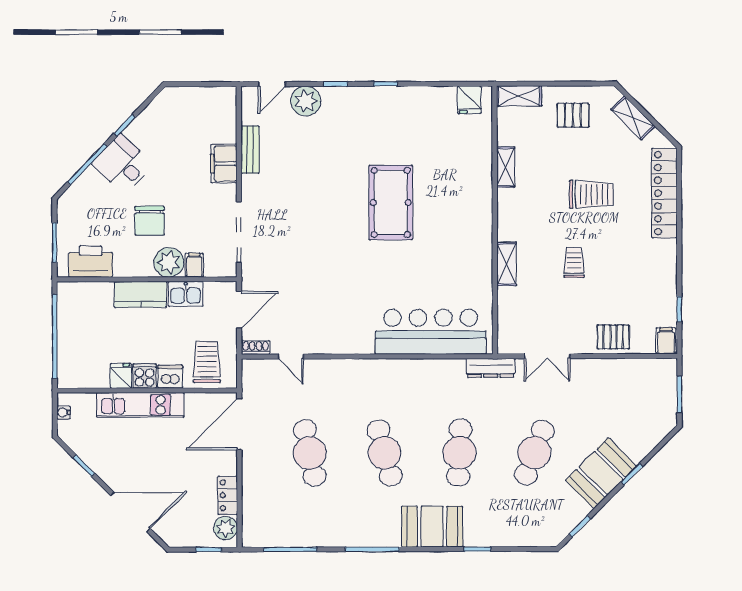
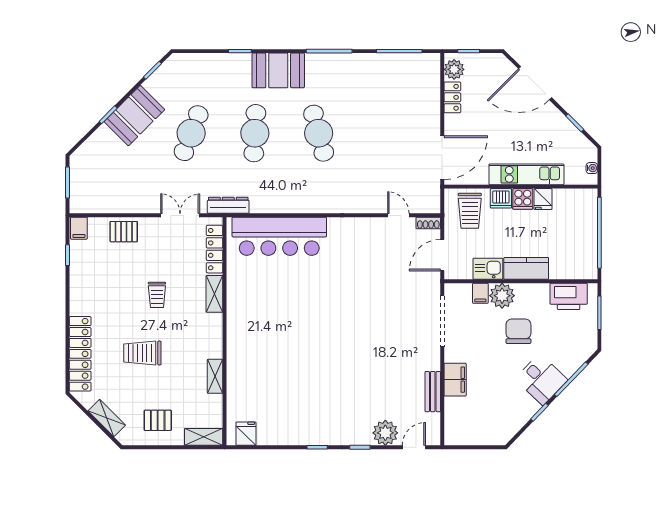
pool table: (391, 202) -> (313, 346), removed
locker: (507, 316) -> (214, 249), added
cafe table: (310, 453) -> (382, 133), removed

